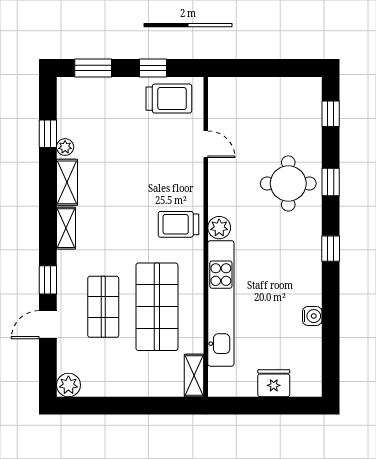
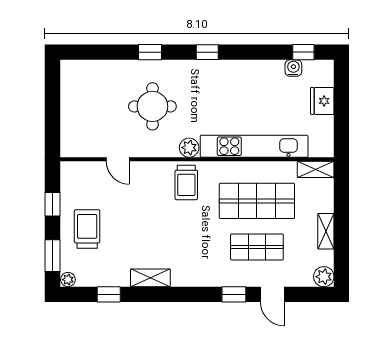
trolley: (169, 99) -> (87, 229), moved
window: (331, 114) -> (303, 52), moved
door: (206, 144) -> (118, 159), swing flipped
plant: (65, 147) -> (68, 280), moved
round table: (288, 183) -> (152, 106), moved
shelving: (66, 228) -> (326, 231), moved, turned 90
water cooler: (312, 316) -> (293, 68), moved

